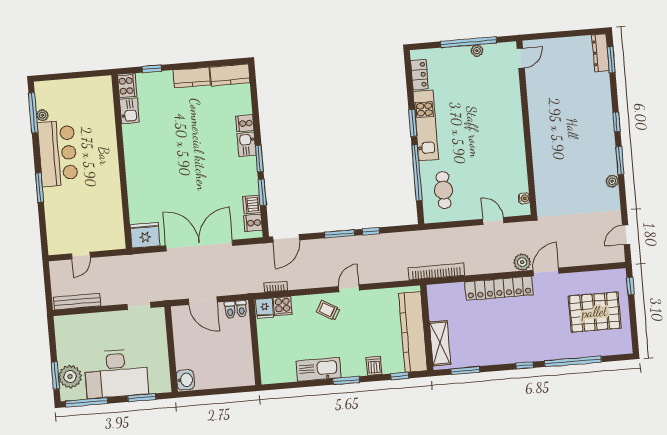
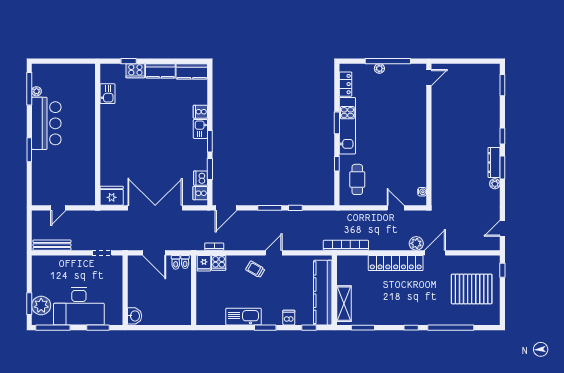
plant: (477, 51) -> (379, 68), moved
dresser: (600, 53) -> (494, 163), moved
cooker: (127, 86) -> (135, 71), moved, turned 90
window: (417, 173) -> (337, 164), width x0.32

